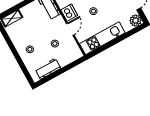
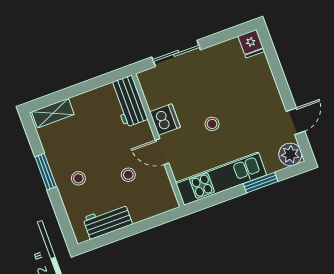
door: (70, 29) -> (162, 152), swing flipped
window: (123, 37) -> (261, 183), added
window: (13, 49) -> (46, 172), added

